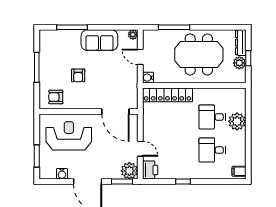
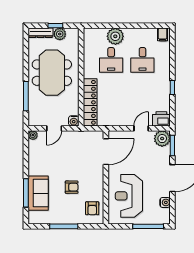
sofa: (99, 40) -> (38, 193), moved
window: (37, 156) -> (148, 226), width x1.44

